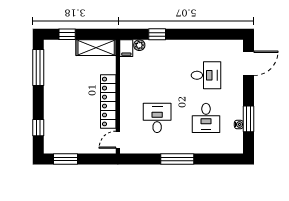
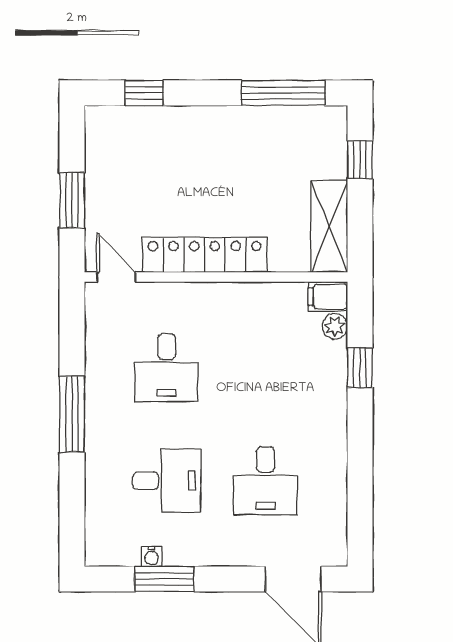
desk: (157, 118) -> (167, 368), turned 90
desk: (206, 118) -> (167, 481), turned 180
window: (66, 159) -> (72, 200), moved

